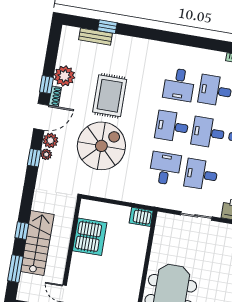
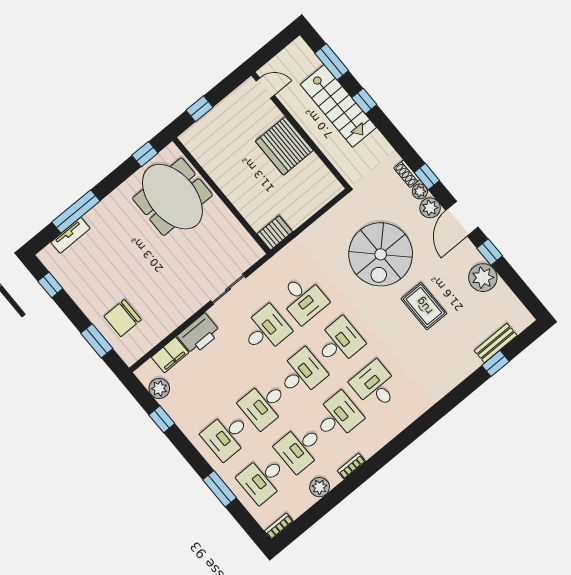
shoe rack: (55, 96) -> (407, 174), moved
rug: (110, 96) -> (424, 306), width x0.73, depth x0.70
server rack: (90, 237) -> (284, 146), moved

